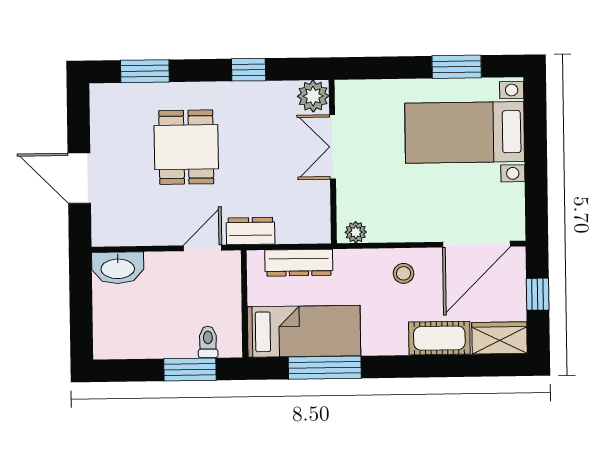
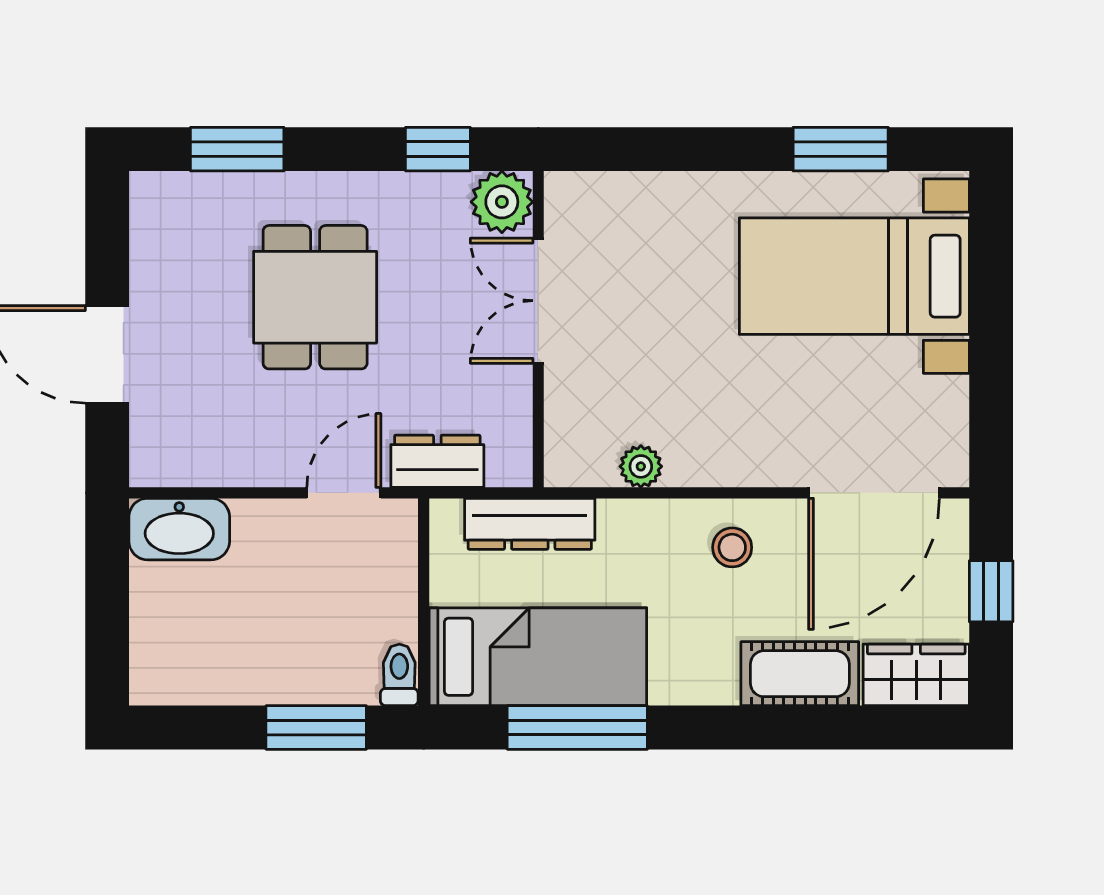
plant: (313, 96) -> (502, 202), moved
double door: (333, 147) -> (538, 301), moved
wall: (333, 162) -> (538, 329), moved
toilet: (208, 342) -> (399, 675), moved

